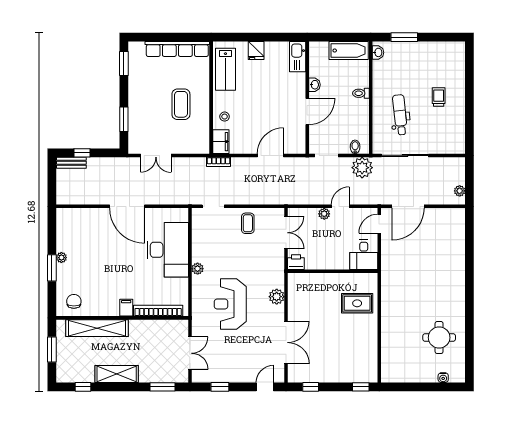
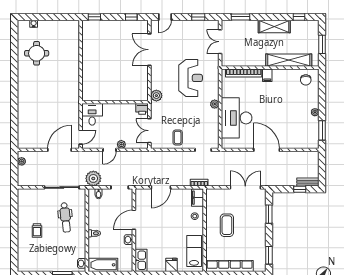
double door: (156, 155) -> (245, 187), width x1.37
window: (52, 268) -> (322, 130), moved
plant: (277, 297) -> (156, 96), moved
rug: (357, 303) -> (97, 78), removed

